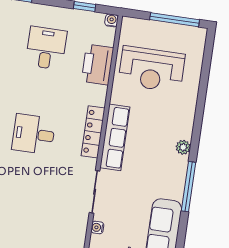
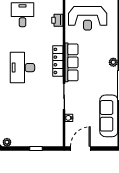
printer: (98, 65) -> (57, 20), width x0.53, depth x0.68
desk: (34, 134) -> (22, 68), width x1.37

